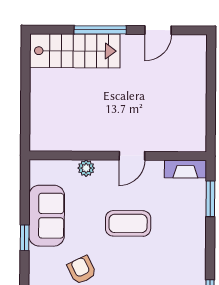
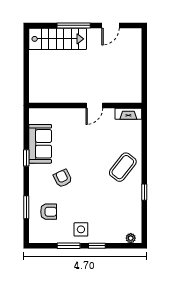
plant: (86, 168) -> (65, 113), removed
window: (210, 199) -> (144, 132), removed
coffee table: (128, 223) -> (123, 167), moved, turned -52

